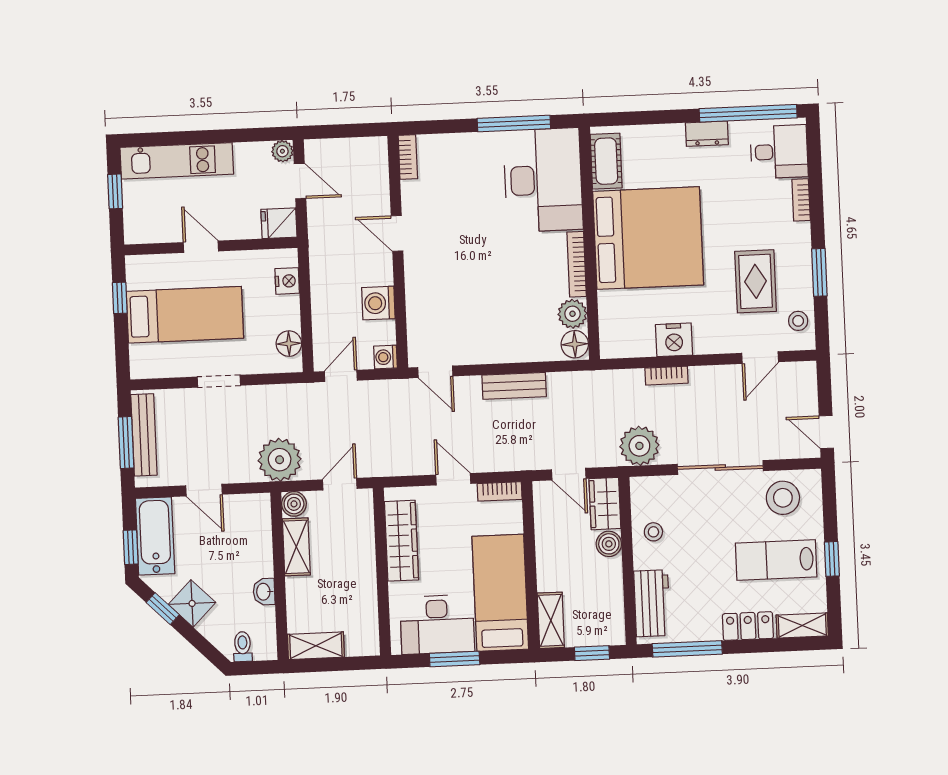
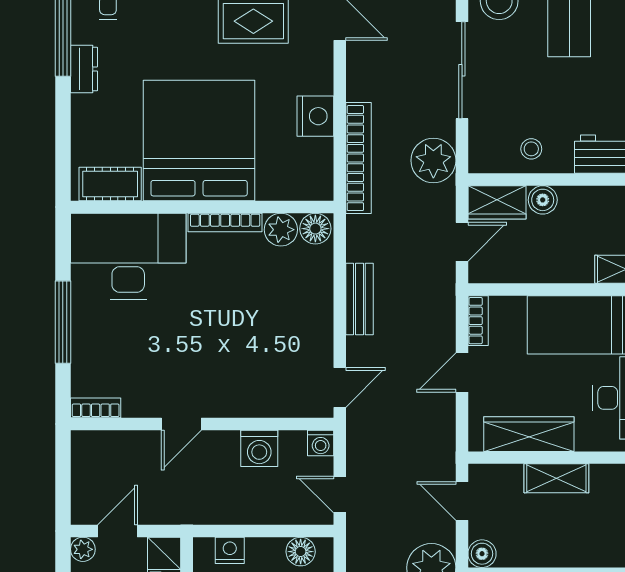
window: (514, 123) -> (63, 322), moved
bookcase: (666, 376) -> (358, 158), width x2.31, depth x1.31
shelving: (296, 547) -> (556, 478), moved

